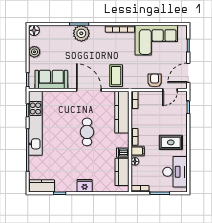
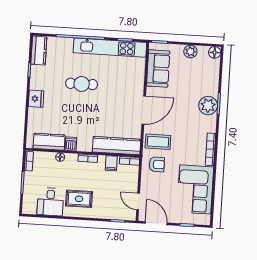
armchair: (155, 80) -> (157, 164), moved
cafe table: (87, 132) -> (82, 84), moved
rug: (171, 142) -> (79, 199), turned 90
filing cabinet: (138, 151) -> (111, 163), moved
desk: (175, 172) -> (50, 202), width x0.73

